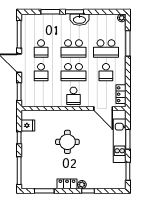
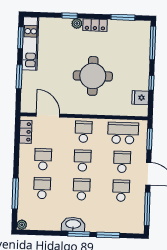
school desk: (73, 49) -> (82, 189), width x0.54
school desk: (106, 49) -> (42, 188), width x0.54
school desk: (73, 72) -> (83, 161), width x0.54
school desk: (41, 96) -> (123, 133), added
kitchen unit: (120, 141) -> (30, 43), moved
round table: (67, 142) -> (93, 76), width x1.36, depth x1.36

